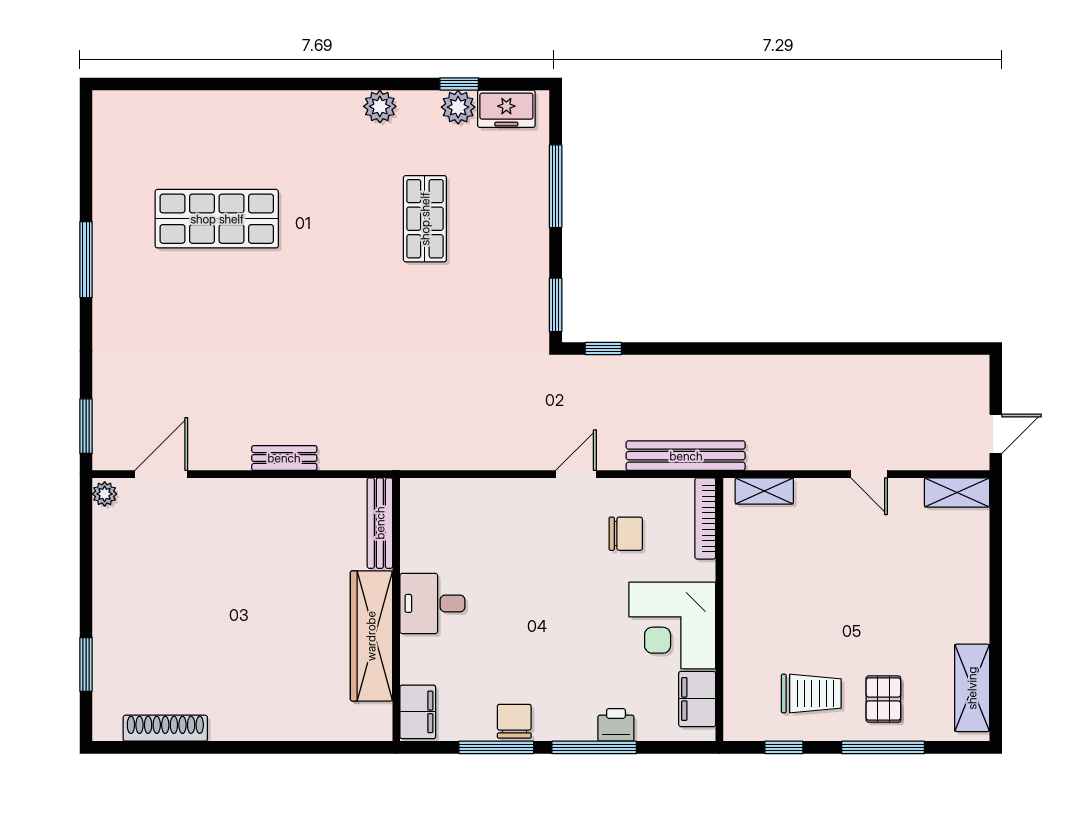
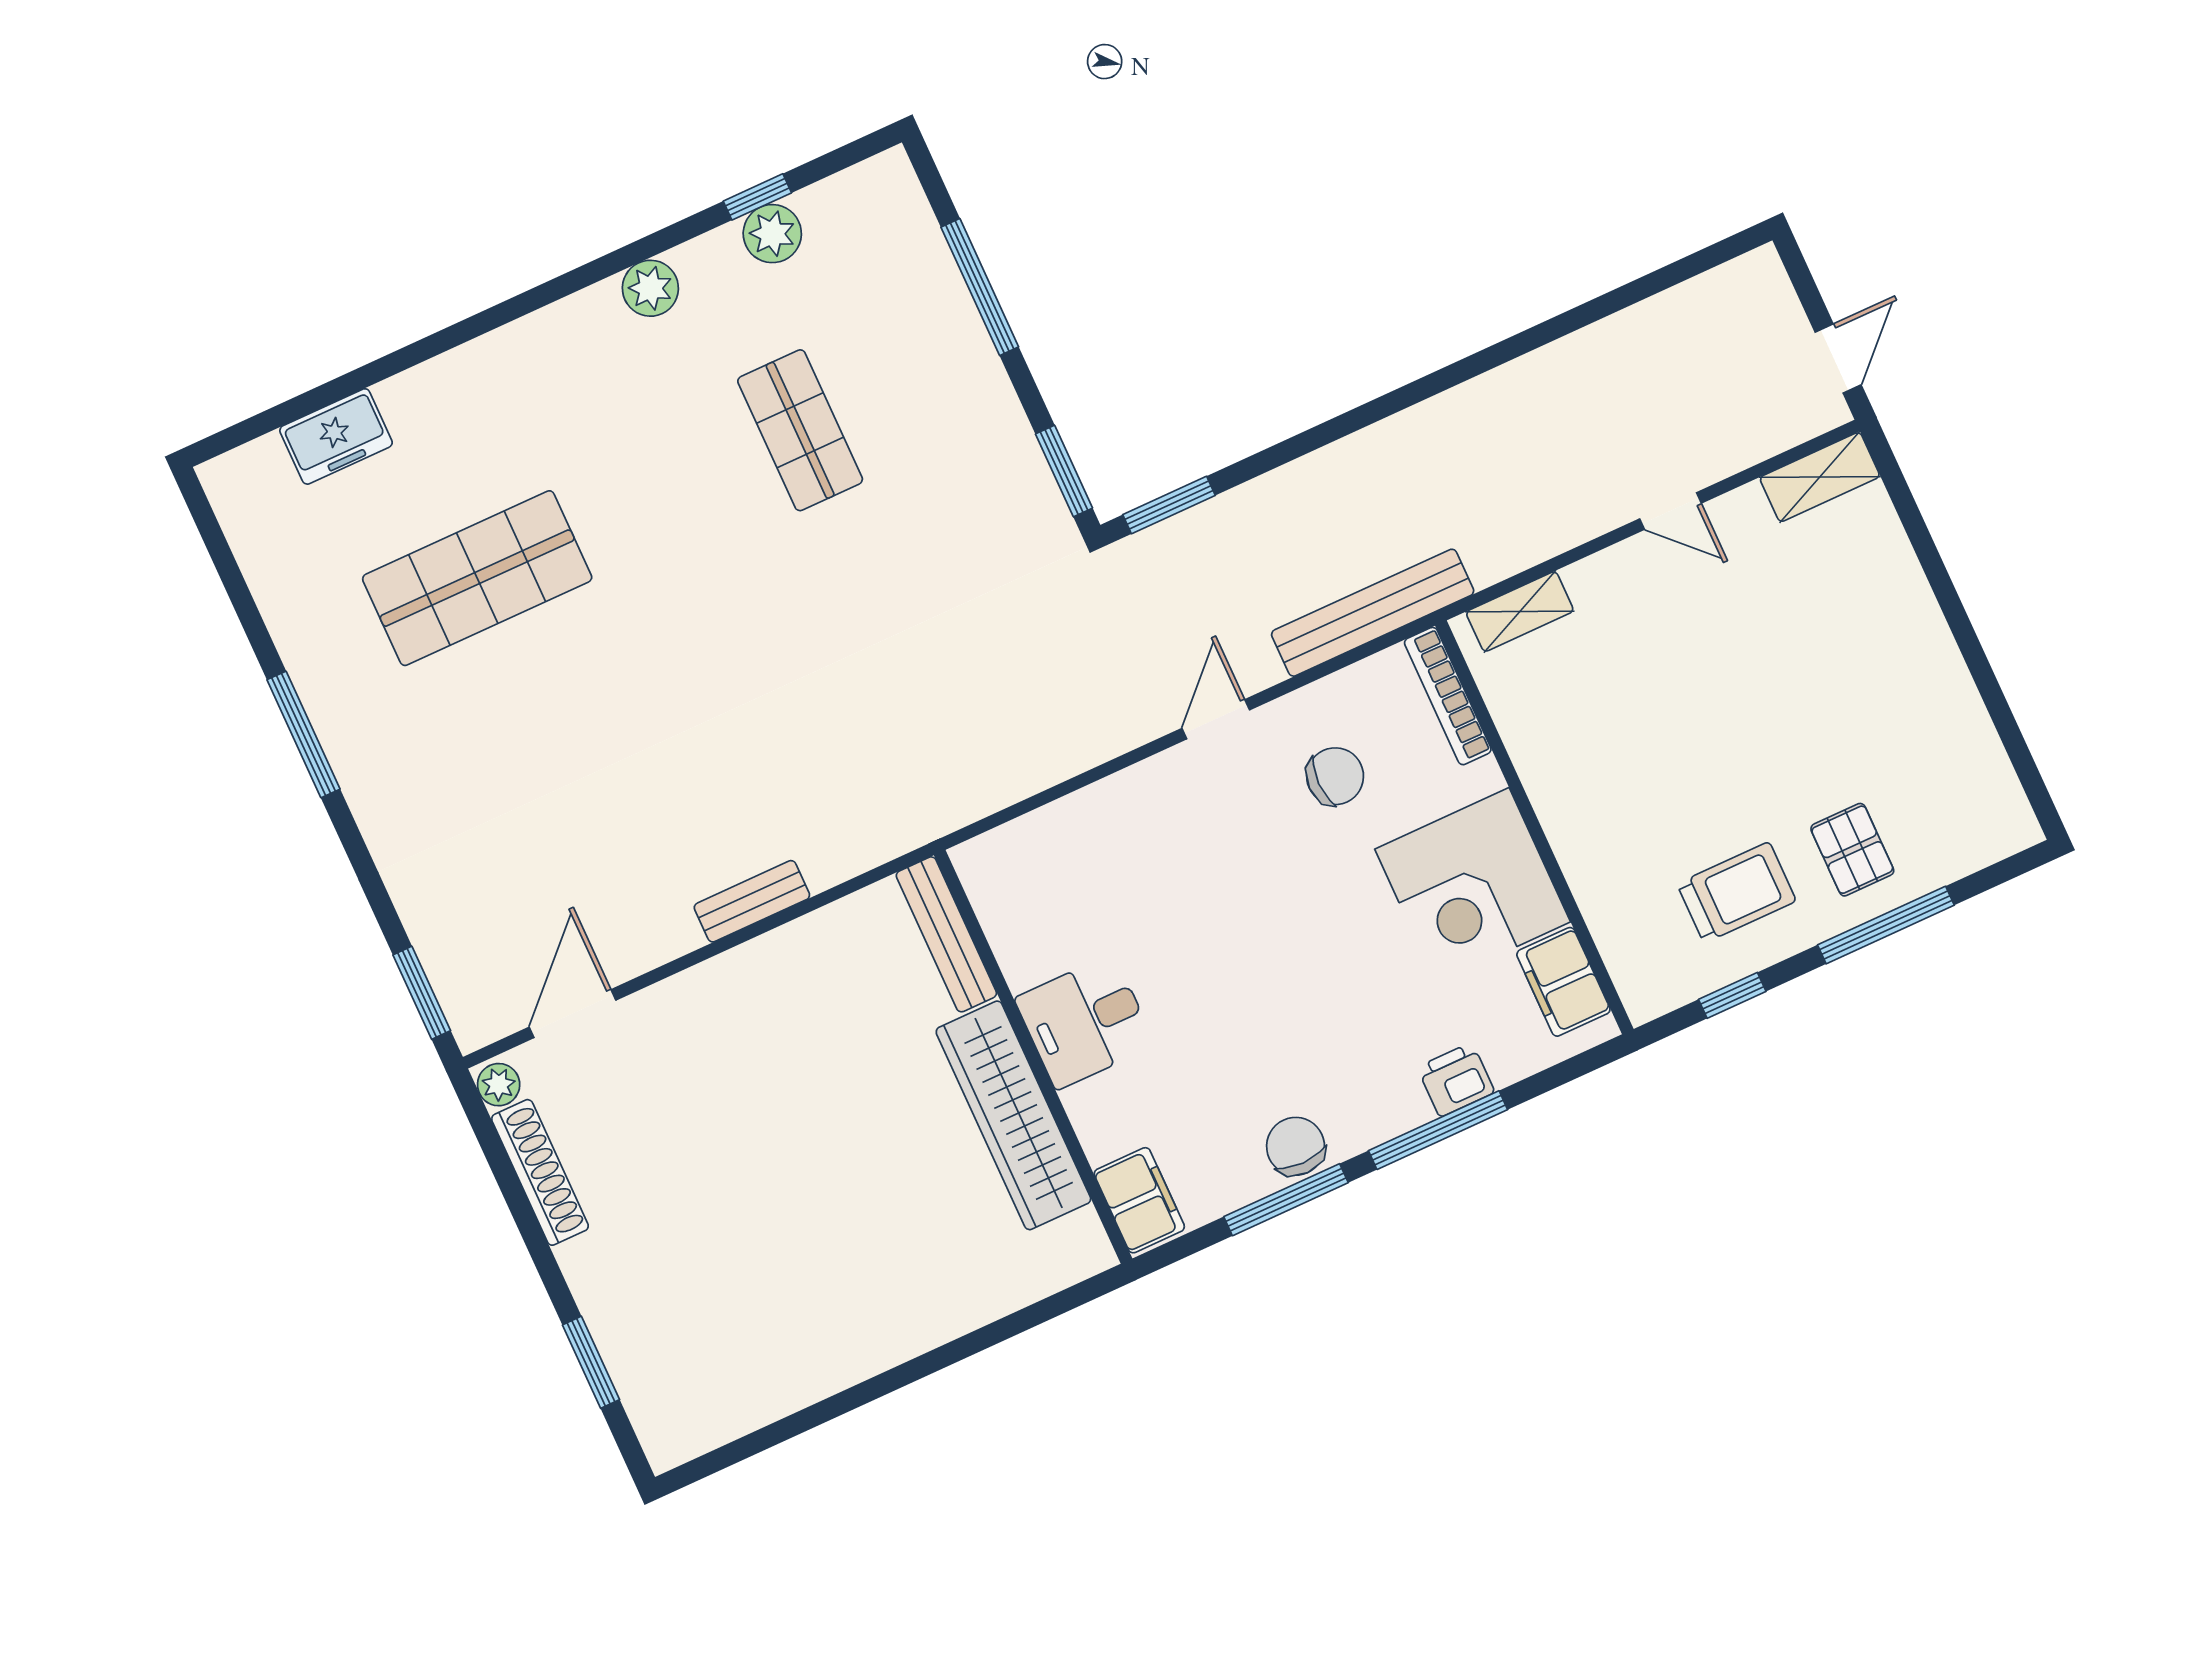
freezer: (506, 109) -> (336, 436), moved
window: (603, 349) -> (1169, 505), width x1.50
shelving: (972, 688) -> (1982, 769), removed
shoe rack: (165, 728) -> (540, 1172), moved, turned 90

